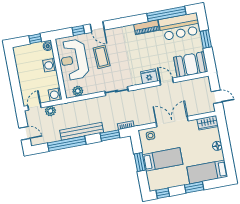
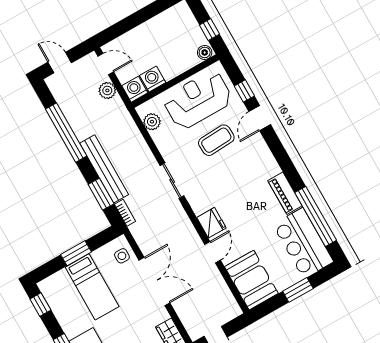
washing machine: (50, 65) -> (153, 79), moved
bench: (82, 131) -> (104, 169), moved
door: (24, 133) -> (60, 63), swing flipped

